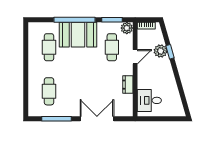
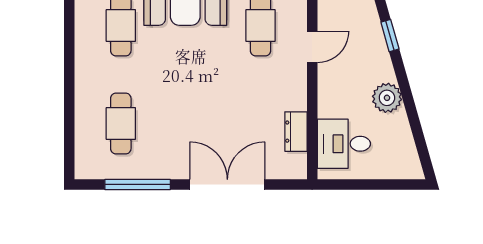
plant: (161, 51) -> (387, 98), moved
dresser: (128, 85) -> (296, 132), moved

